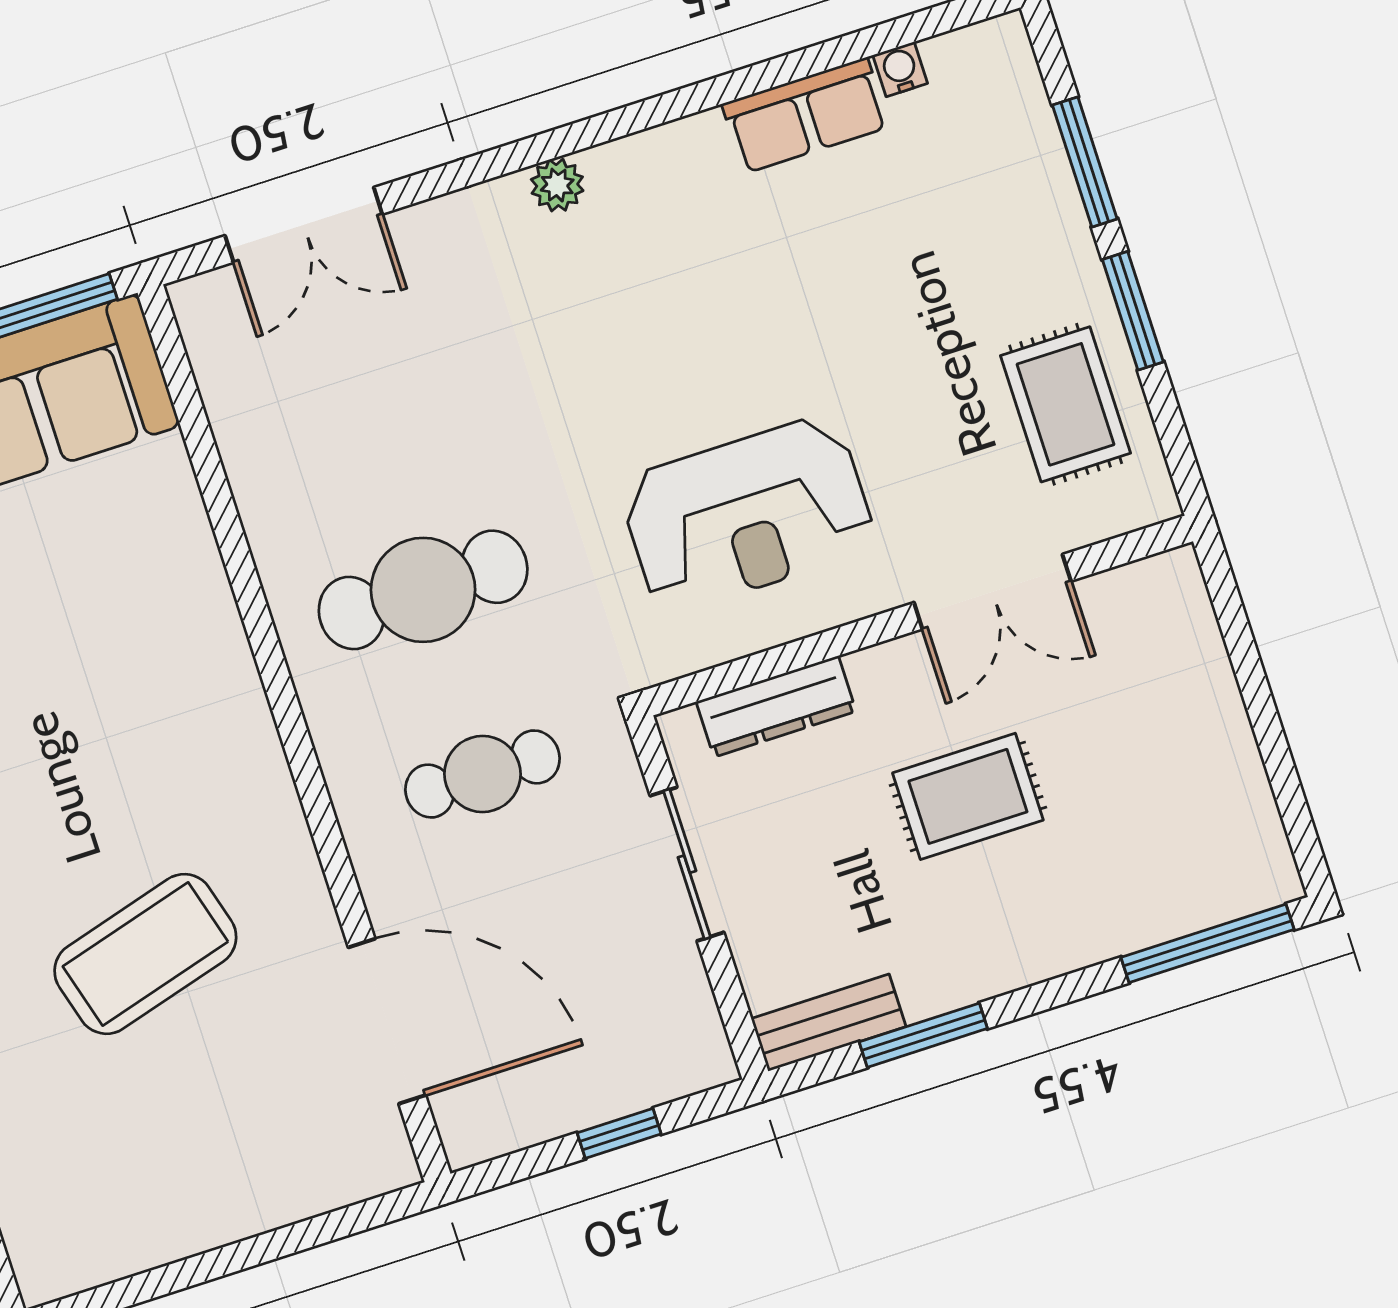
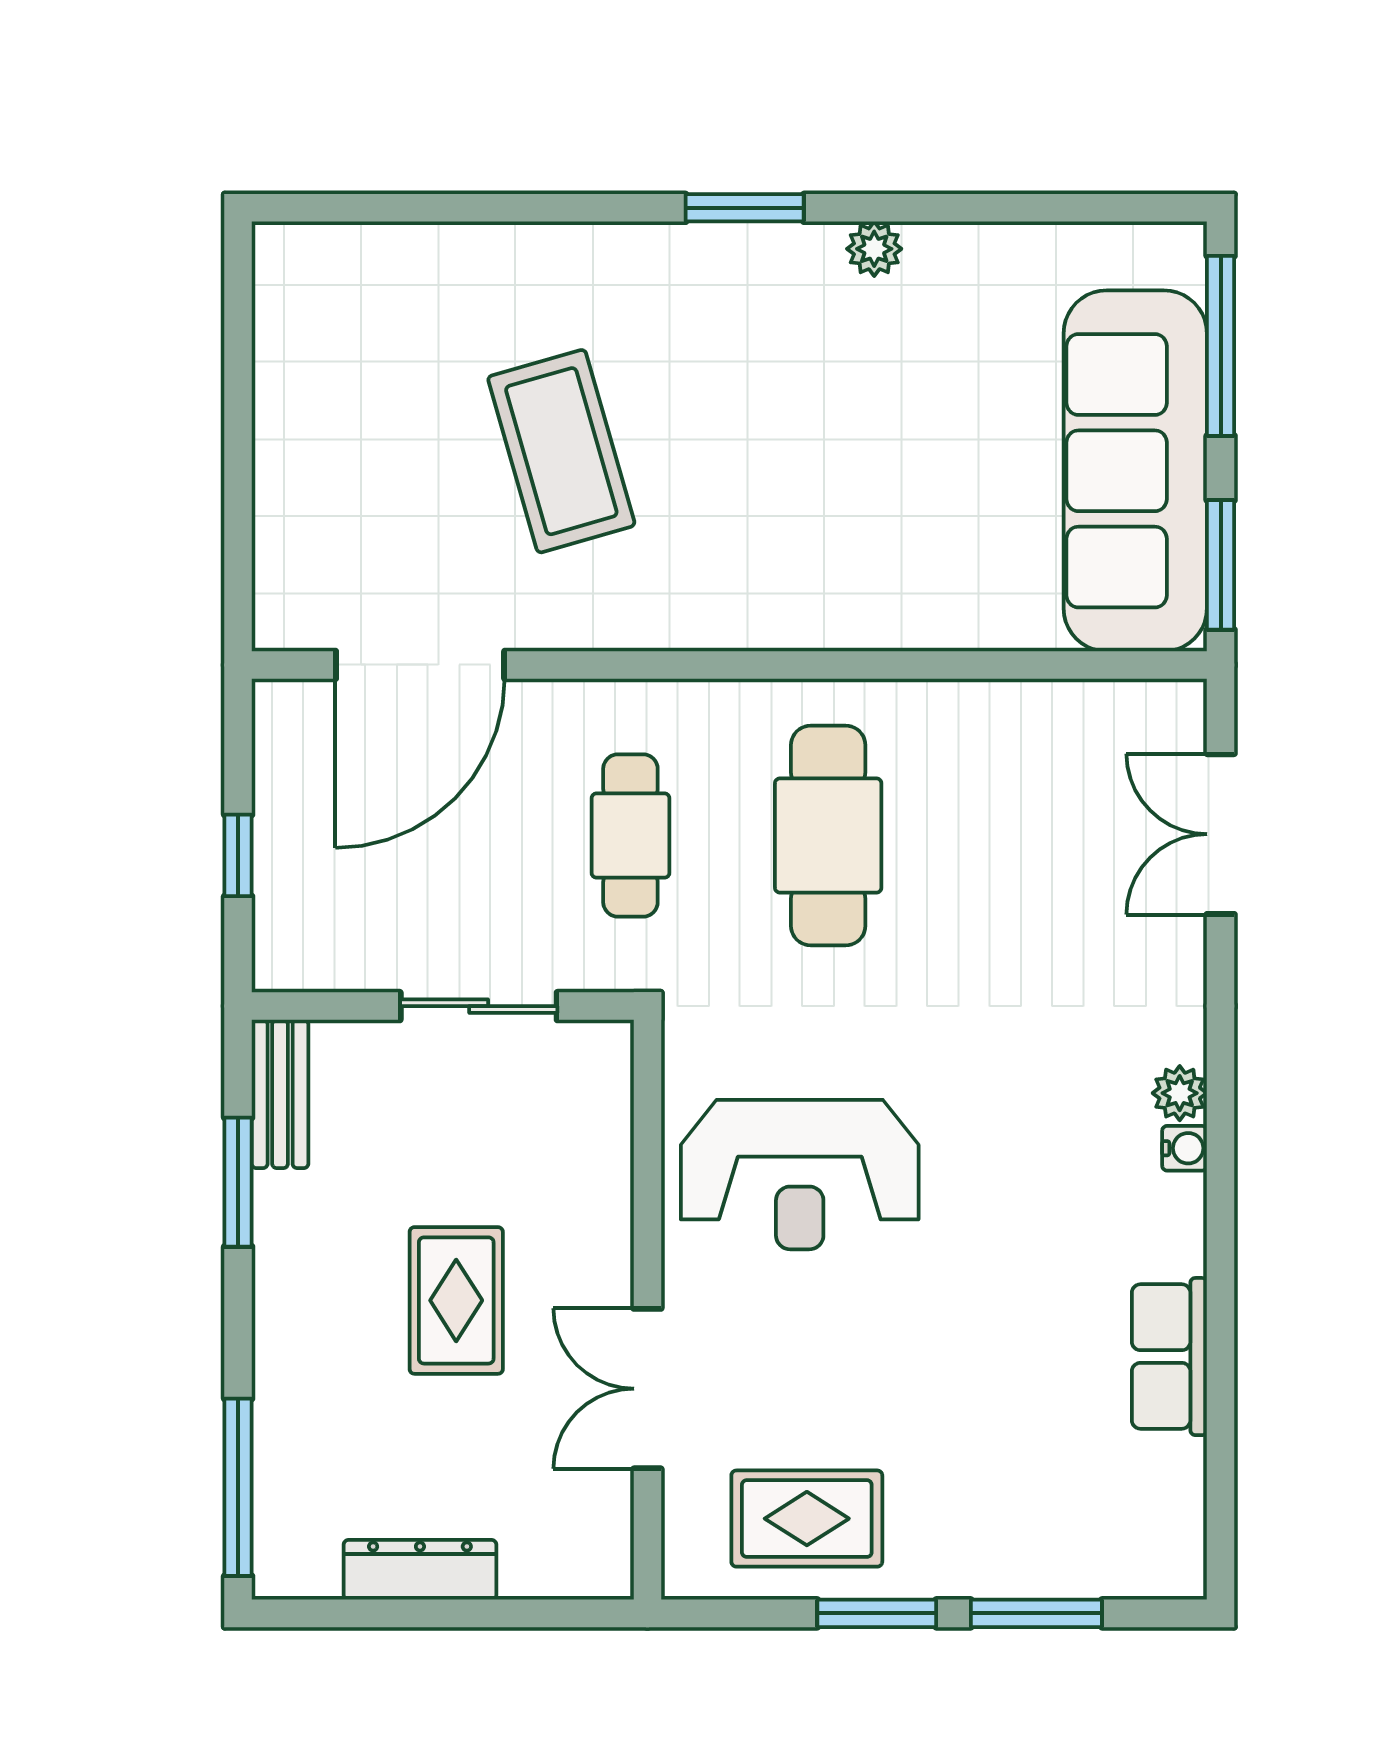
water cooler: (900, 69) -> (1185, 1148), moved
reception desk: (747, 514) -> (800, 1175), turned -90
dresser: (776, 706) -> (420, 1570), moved, turned 90

